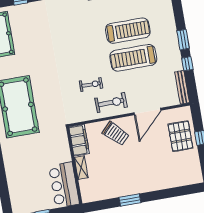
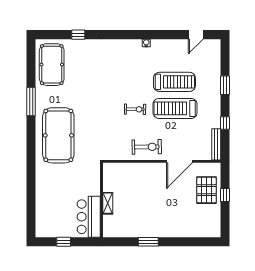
window: (183, 40) -> (225, 85), moved
exercise bike: (91, 84) -> (135, 109), moved
trolley: (116, 134) -> (146, 177), removed
filing cabinet: (79, 140) -> (110, 177), removed

